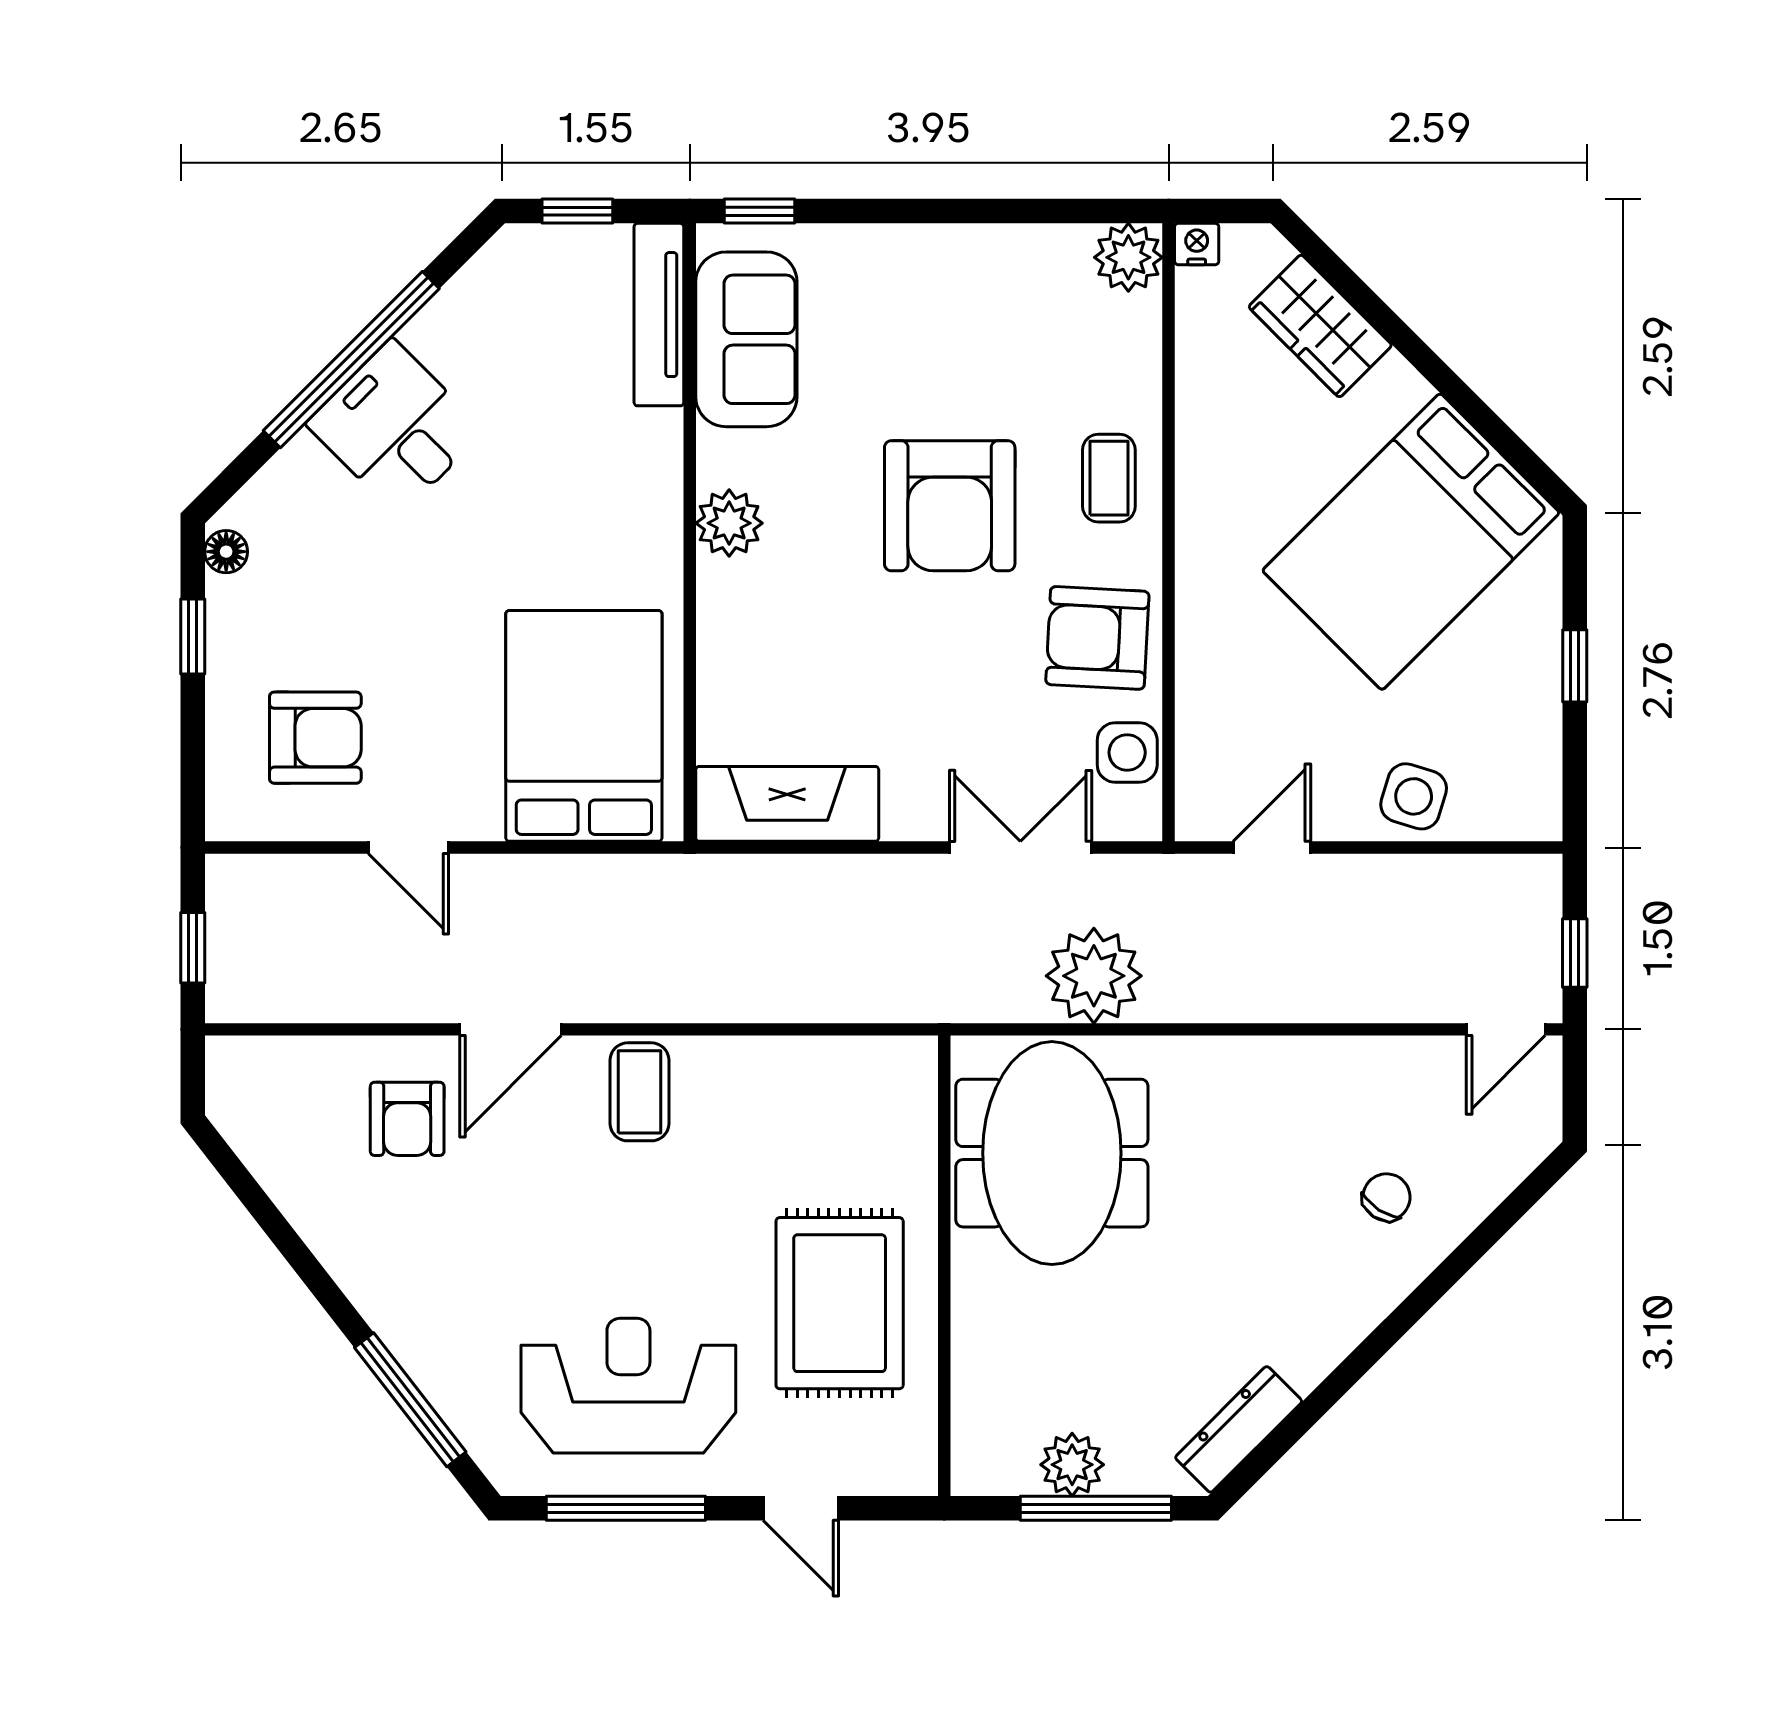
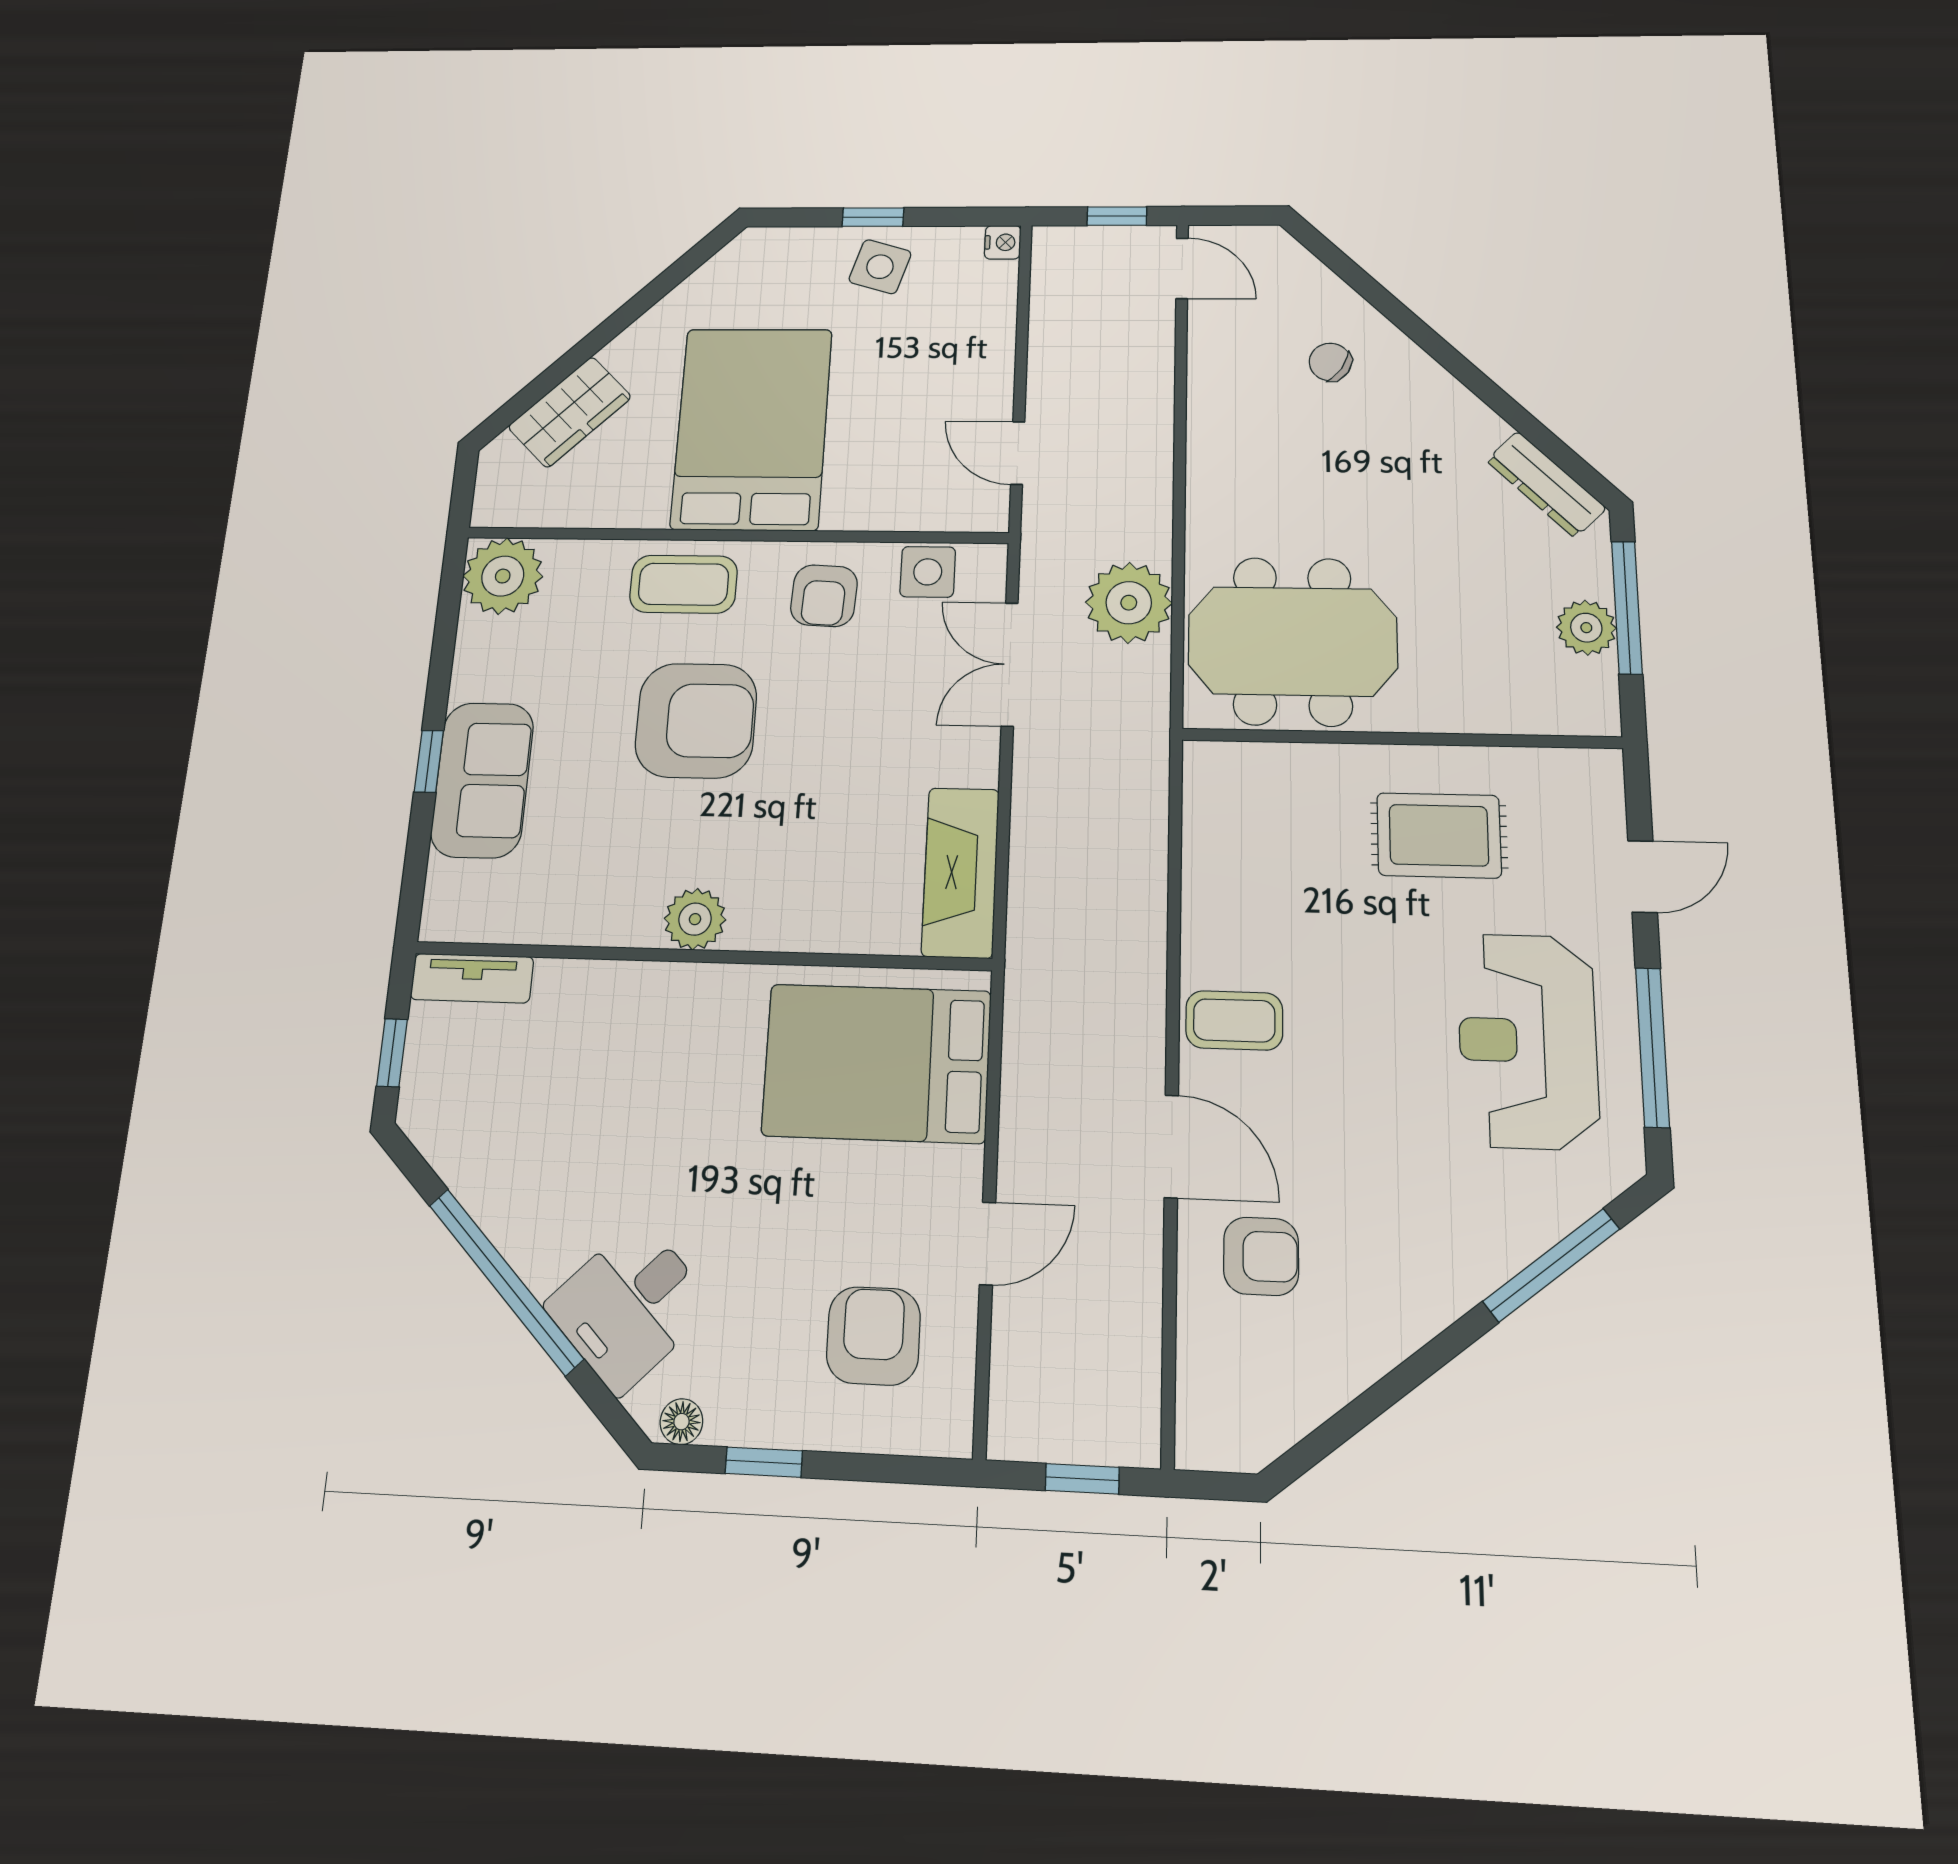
window: (759, 211) -> (429, 761), moved
nightstand: (1197, 244) -> (1003, 242), moved, turned 180
plant: (1128, 257) -> (503, 576), width x1.36, depth x1.36
tv unit: (659, 315) -> (472, 978), width x0.71
sofa: (746, 339) -> (482, 780), moved, turned 90
desk: (395, 427) -> (630, 1306), moved
coffee table: (1109, 478) -> (683, 584), width x1.36, depth x1.30
bed: (1411, 542) -> (752, 429), moved, turned -135
armchair: (1097, 638) -> (824, 596), width x0.72, depth x0.72
side table: (1414, 796) -> (880, 267), moved
rug: (840, 1303) -> (1439, 835), width x0.73, depth x0.70

